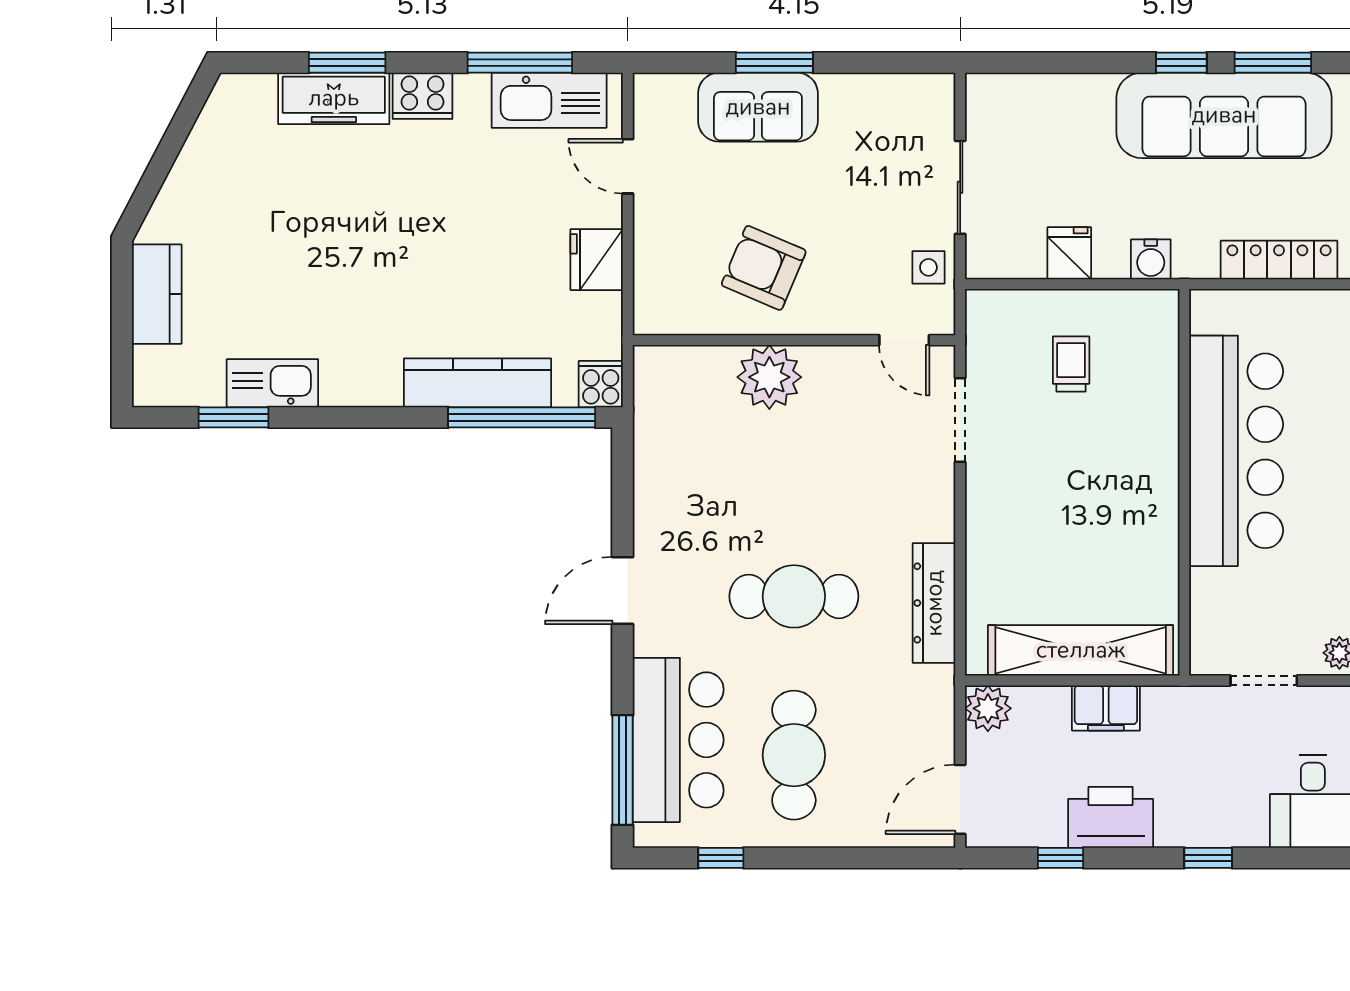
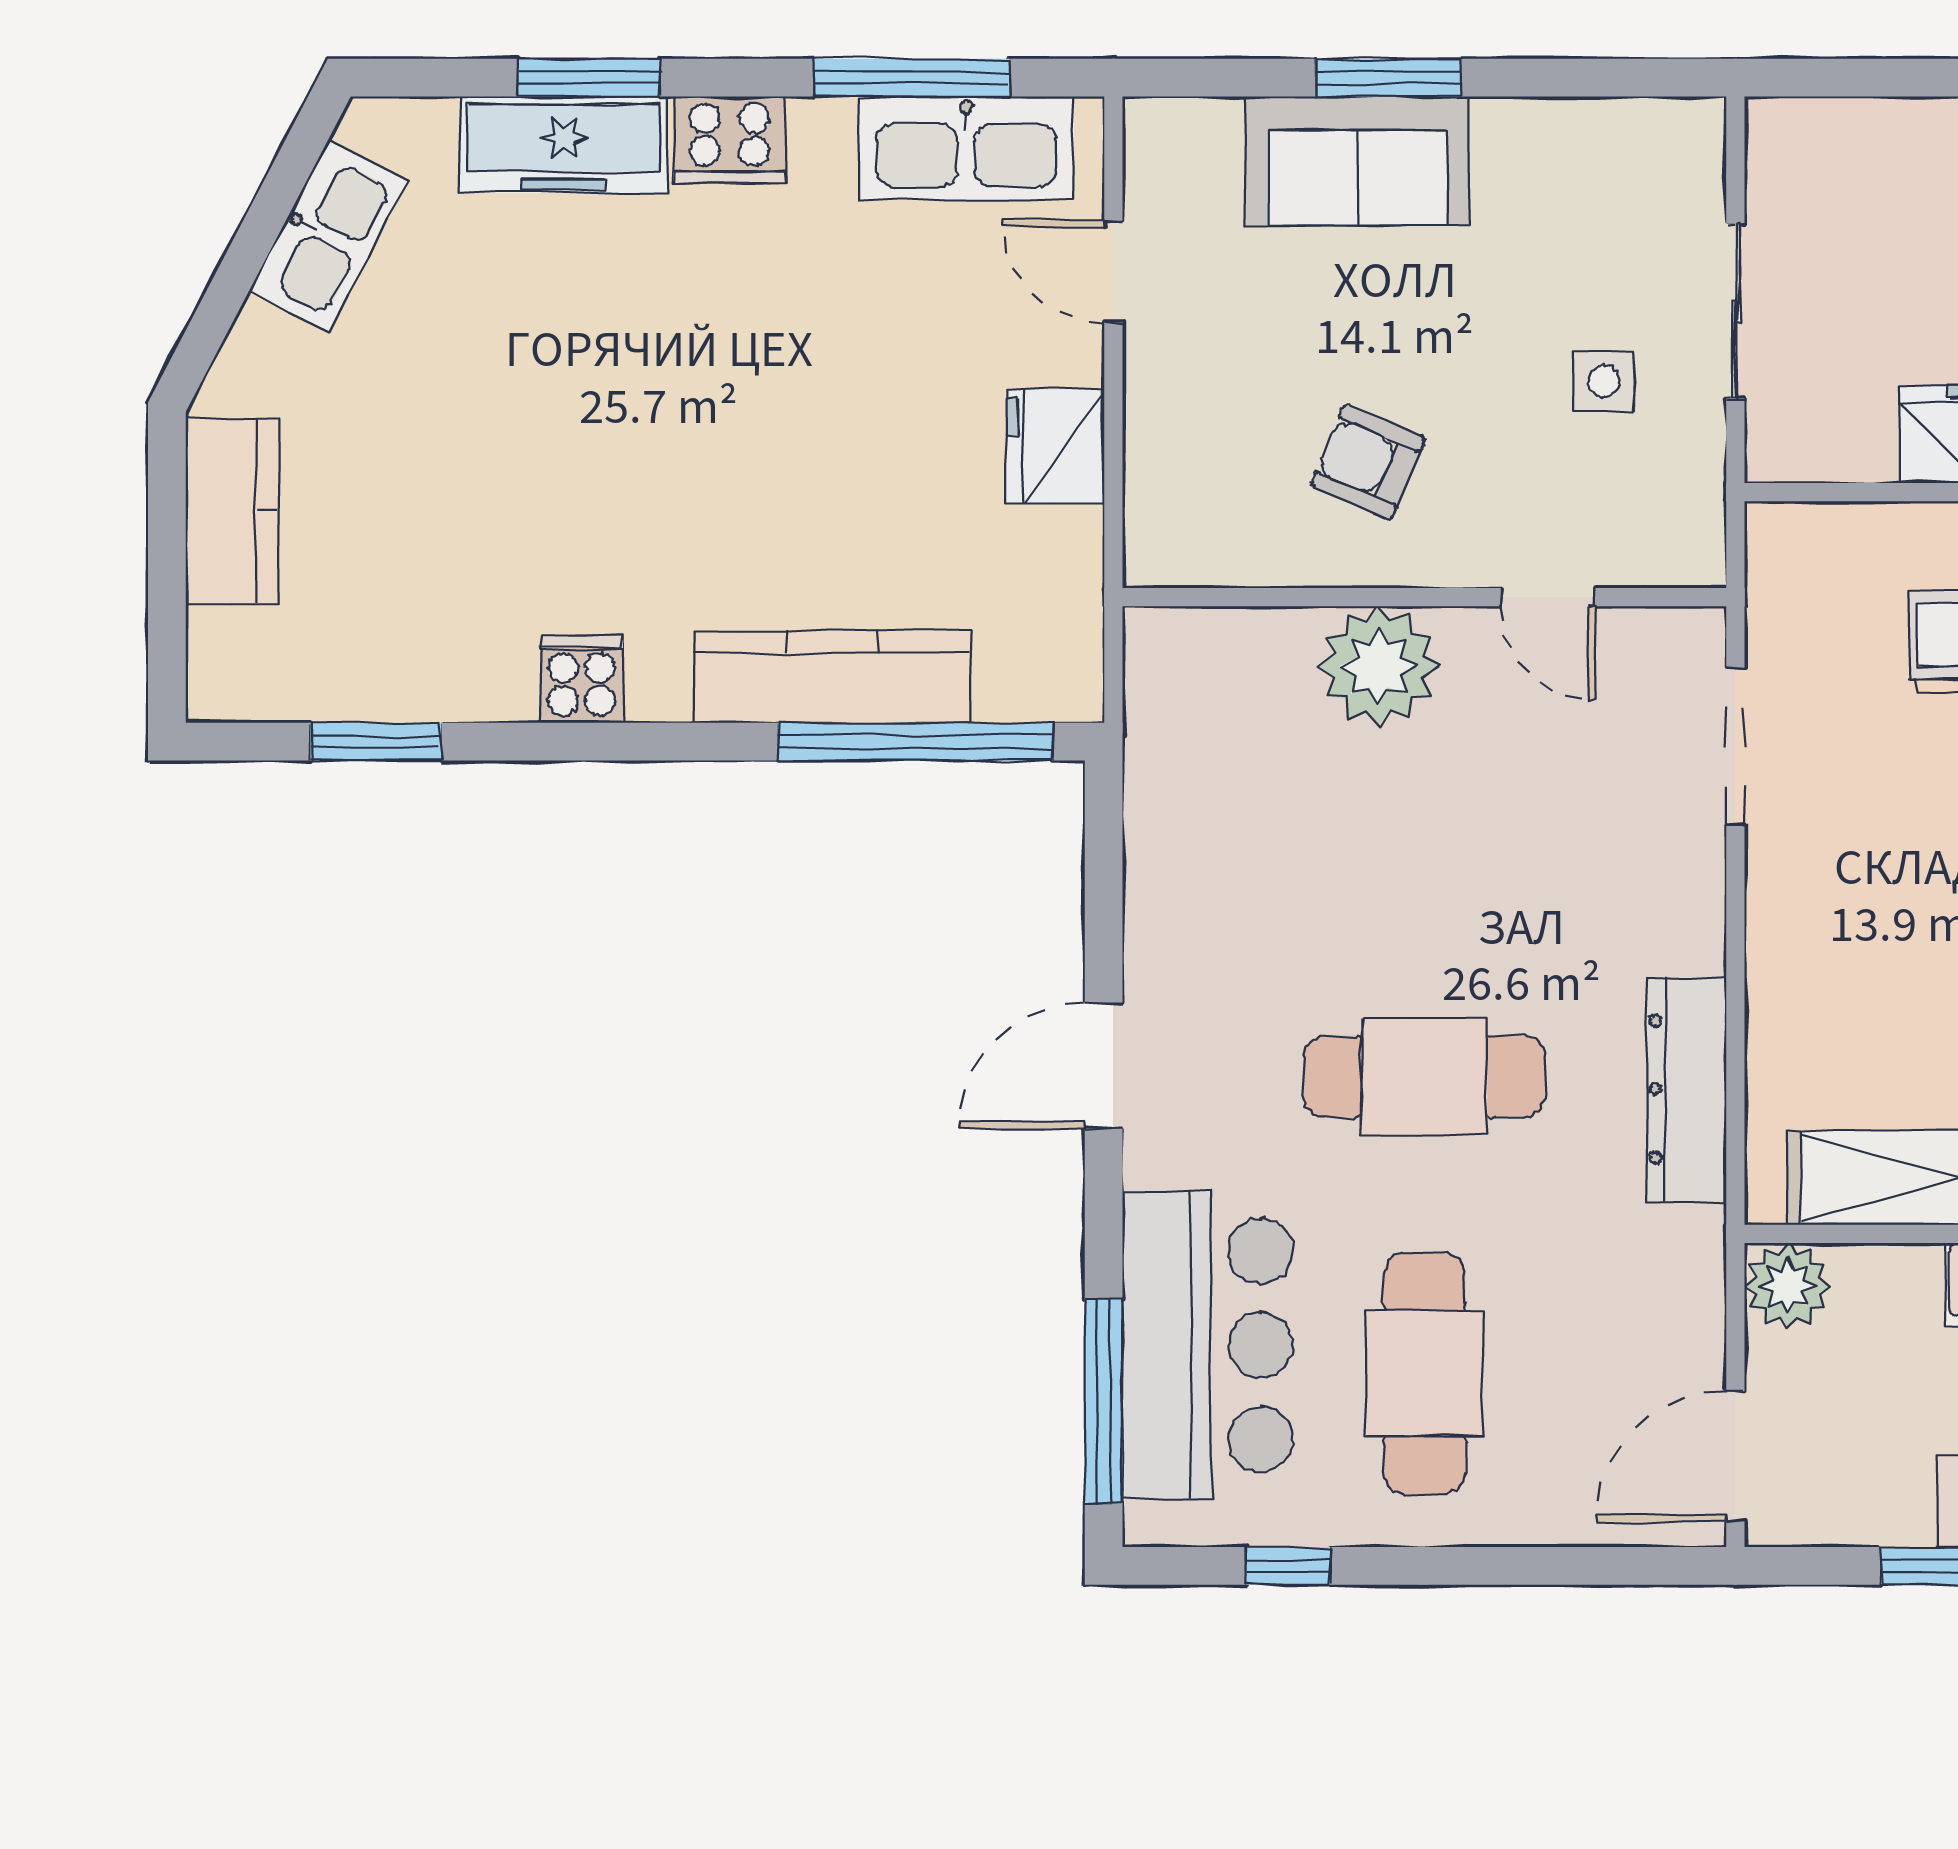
side table: (928, 267) -> (1604, 382), moved
armchair: (764, 268) -> (1368, 462), width x0.72, depth x0.72
door: (904, 340) -> (1548, 597), moved
kitchen sink: (272, 383) -> (328, 236), moved, turned 118
cooker: (601, 384) -> (582, 679), moved

